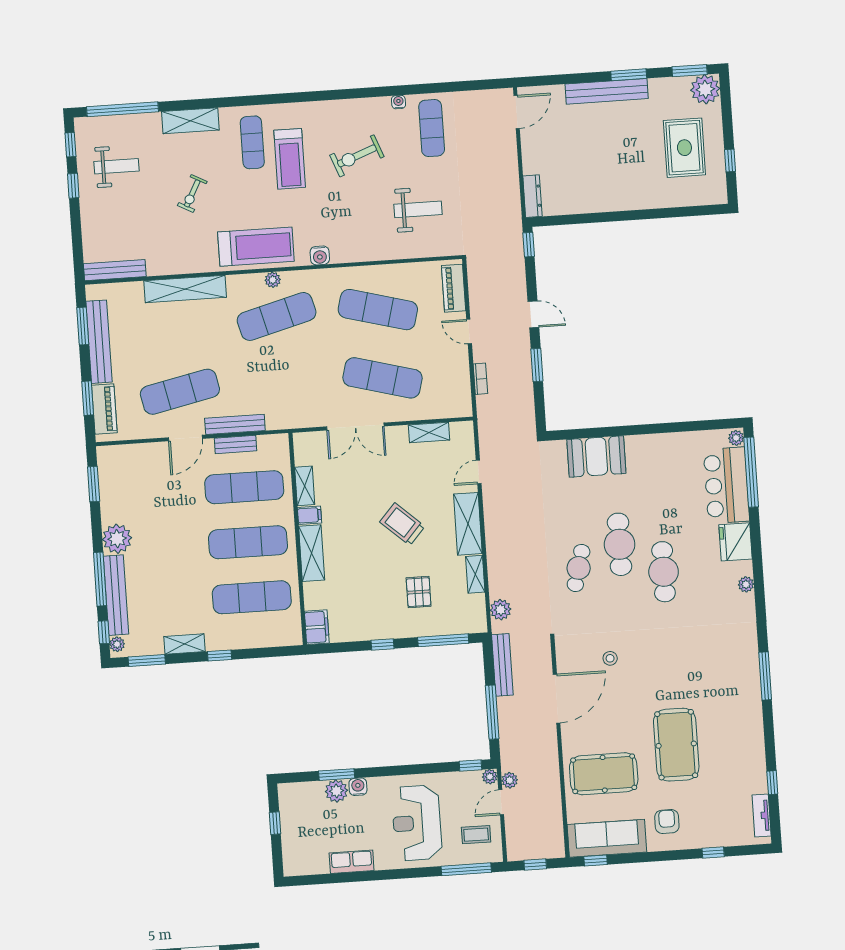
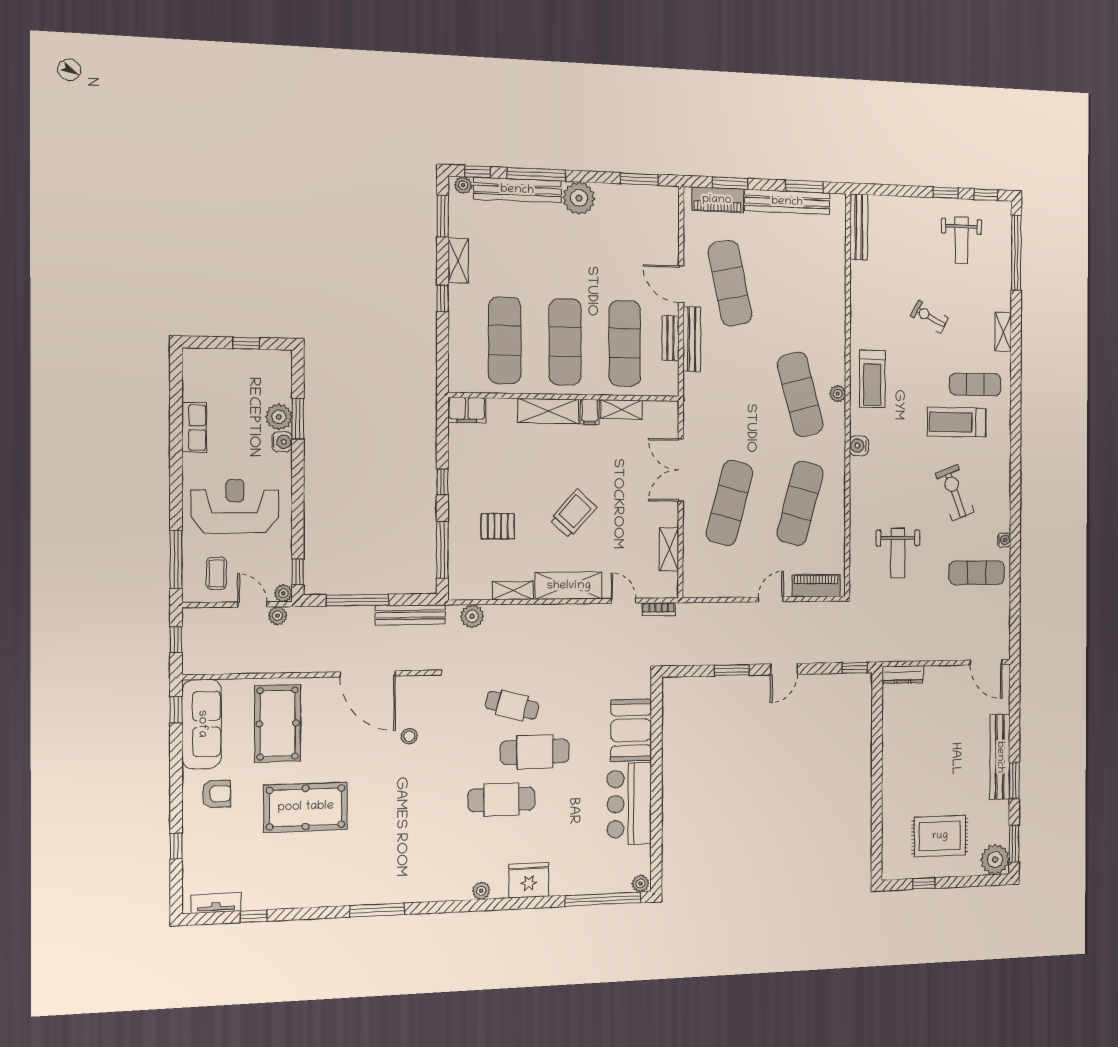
shelving: (190, 121) -> (1003, 332), width x0.67, depth x0.75
treadmill: (256, 247) -> (872, 379), width x0.73, depth x0.73
shelving: (185, 289) -> (835, 300), removed
bookcase: (480, 379) -> (659, 609), moved
bar counter: (726, 485) -> (629, 804), moved, turned -90

